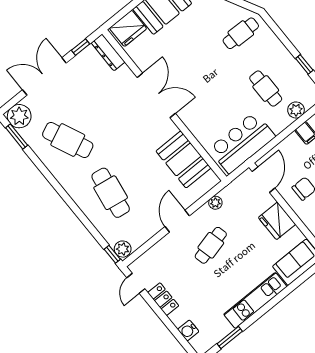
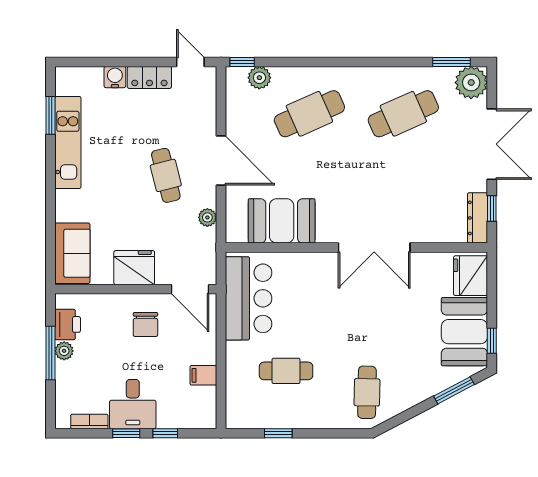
dresser: (108, 52) -> (478, 218), moved, turned -90
plant: (296, 110) -> (237, 385), removed
cafe table: (111, 193) -> (309, 114), turned -33
door: (177, 221) -> (221, 160), width x1.36
plant: (123, 249) -> (259, 78), moved
kitchen unit: (255, 300) -> (68, 142), moved
water cooler: (188, 330) -> (115, 77), moved

